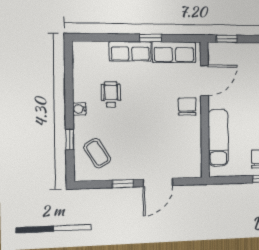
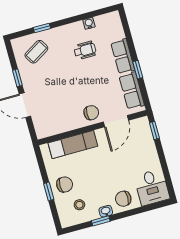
door: (204, 80) -> (116, 121), hinge flipped
water cooler: (79, 109) -> (89, 23), moved

